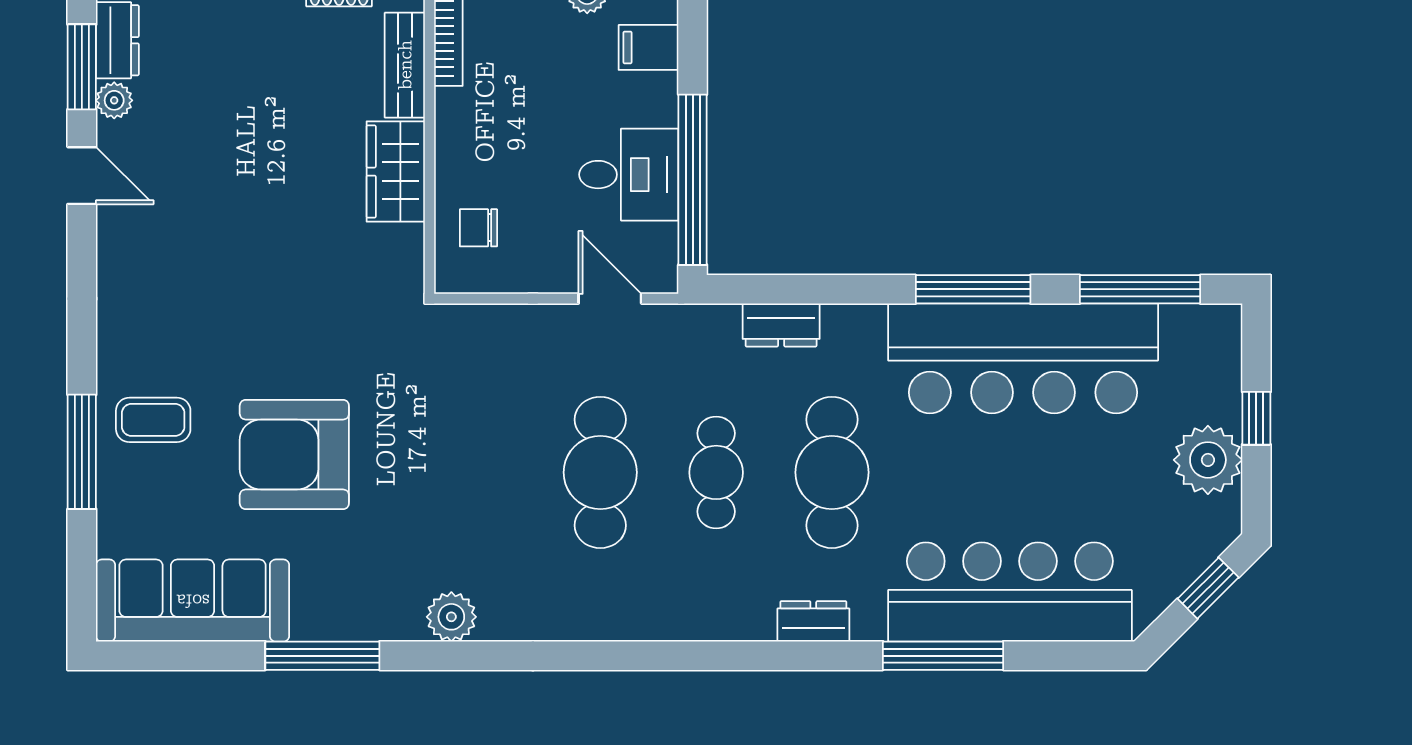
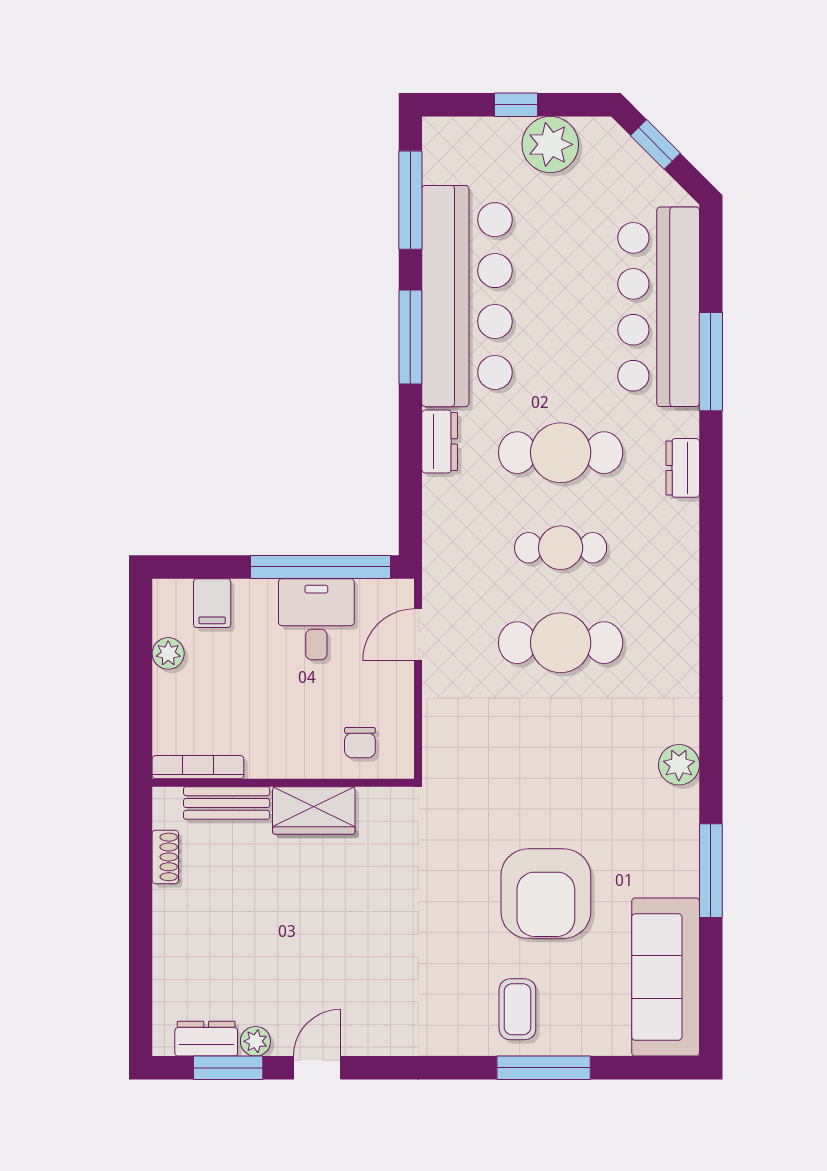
dresser: (781, 325) -> (440, 441), moved

